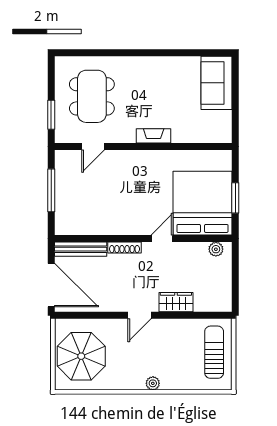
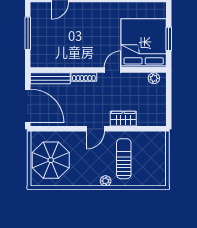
sun lounger: (214, 352) -> (124, 159), moved

